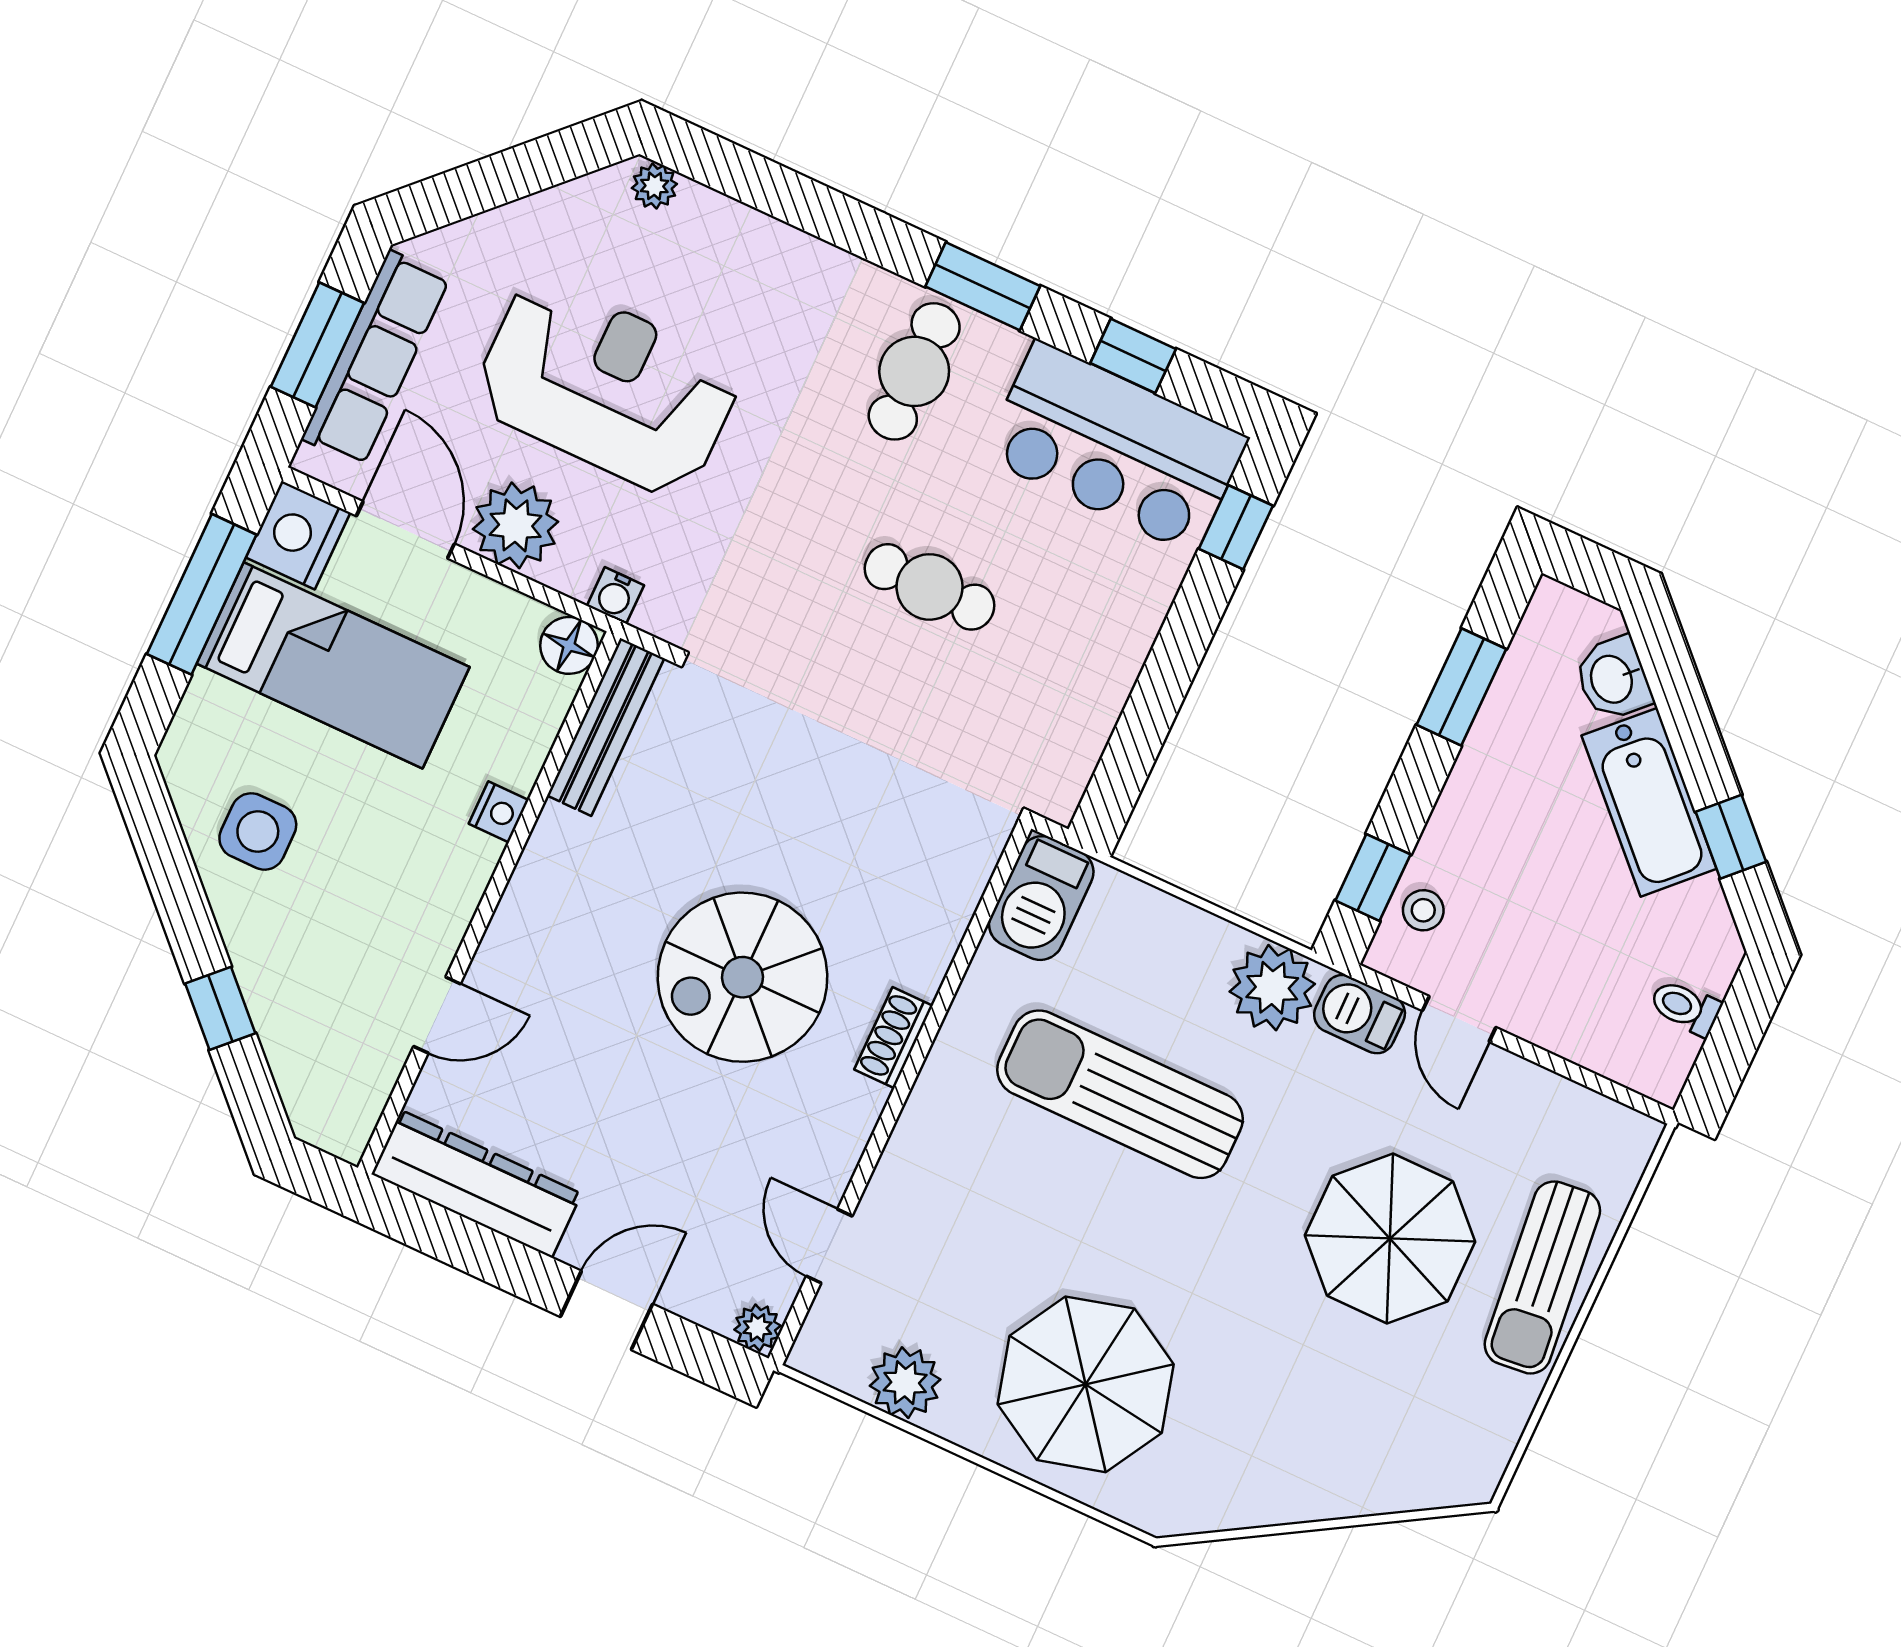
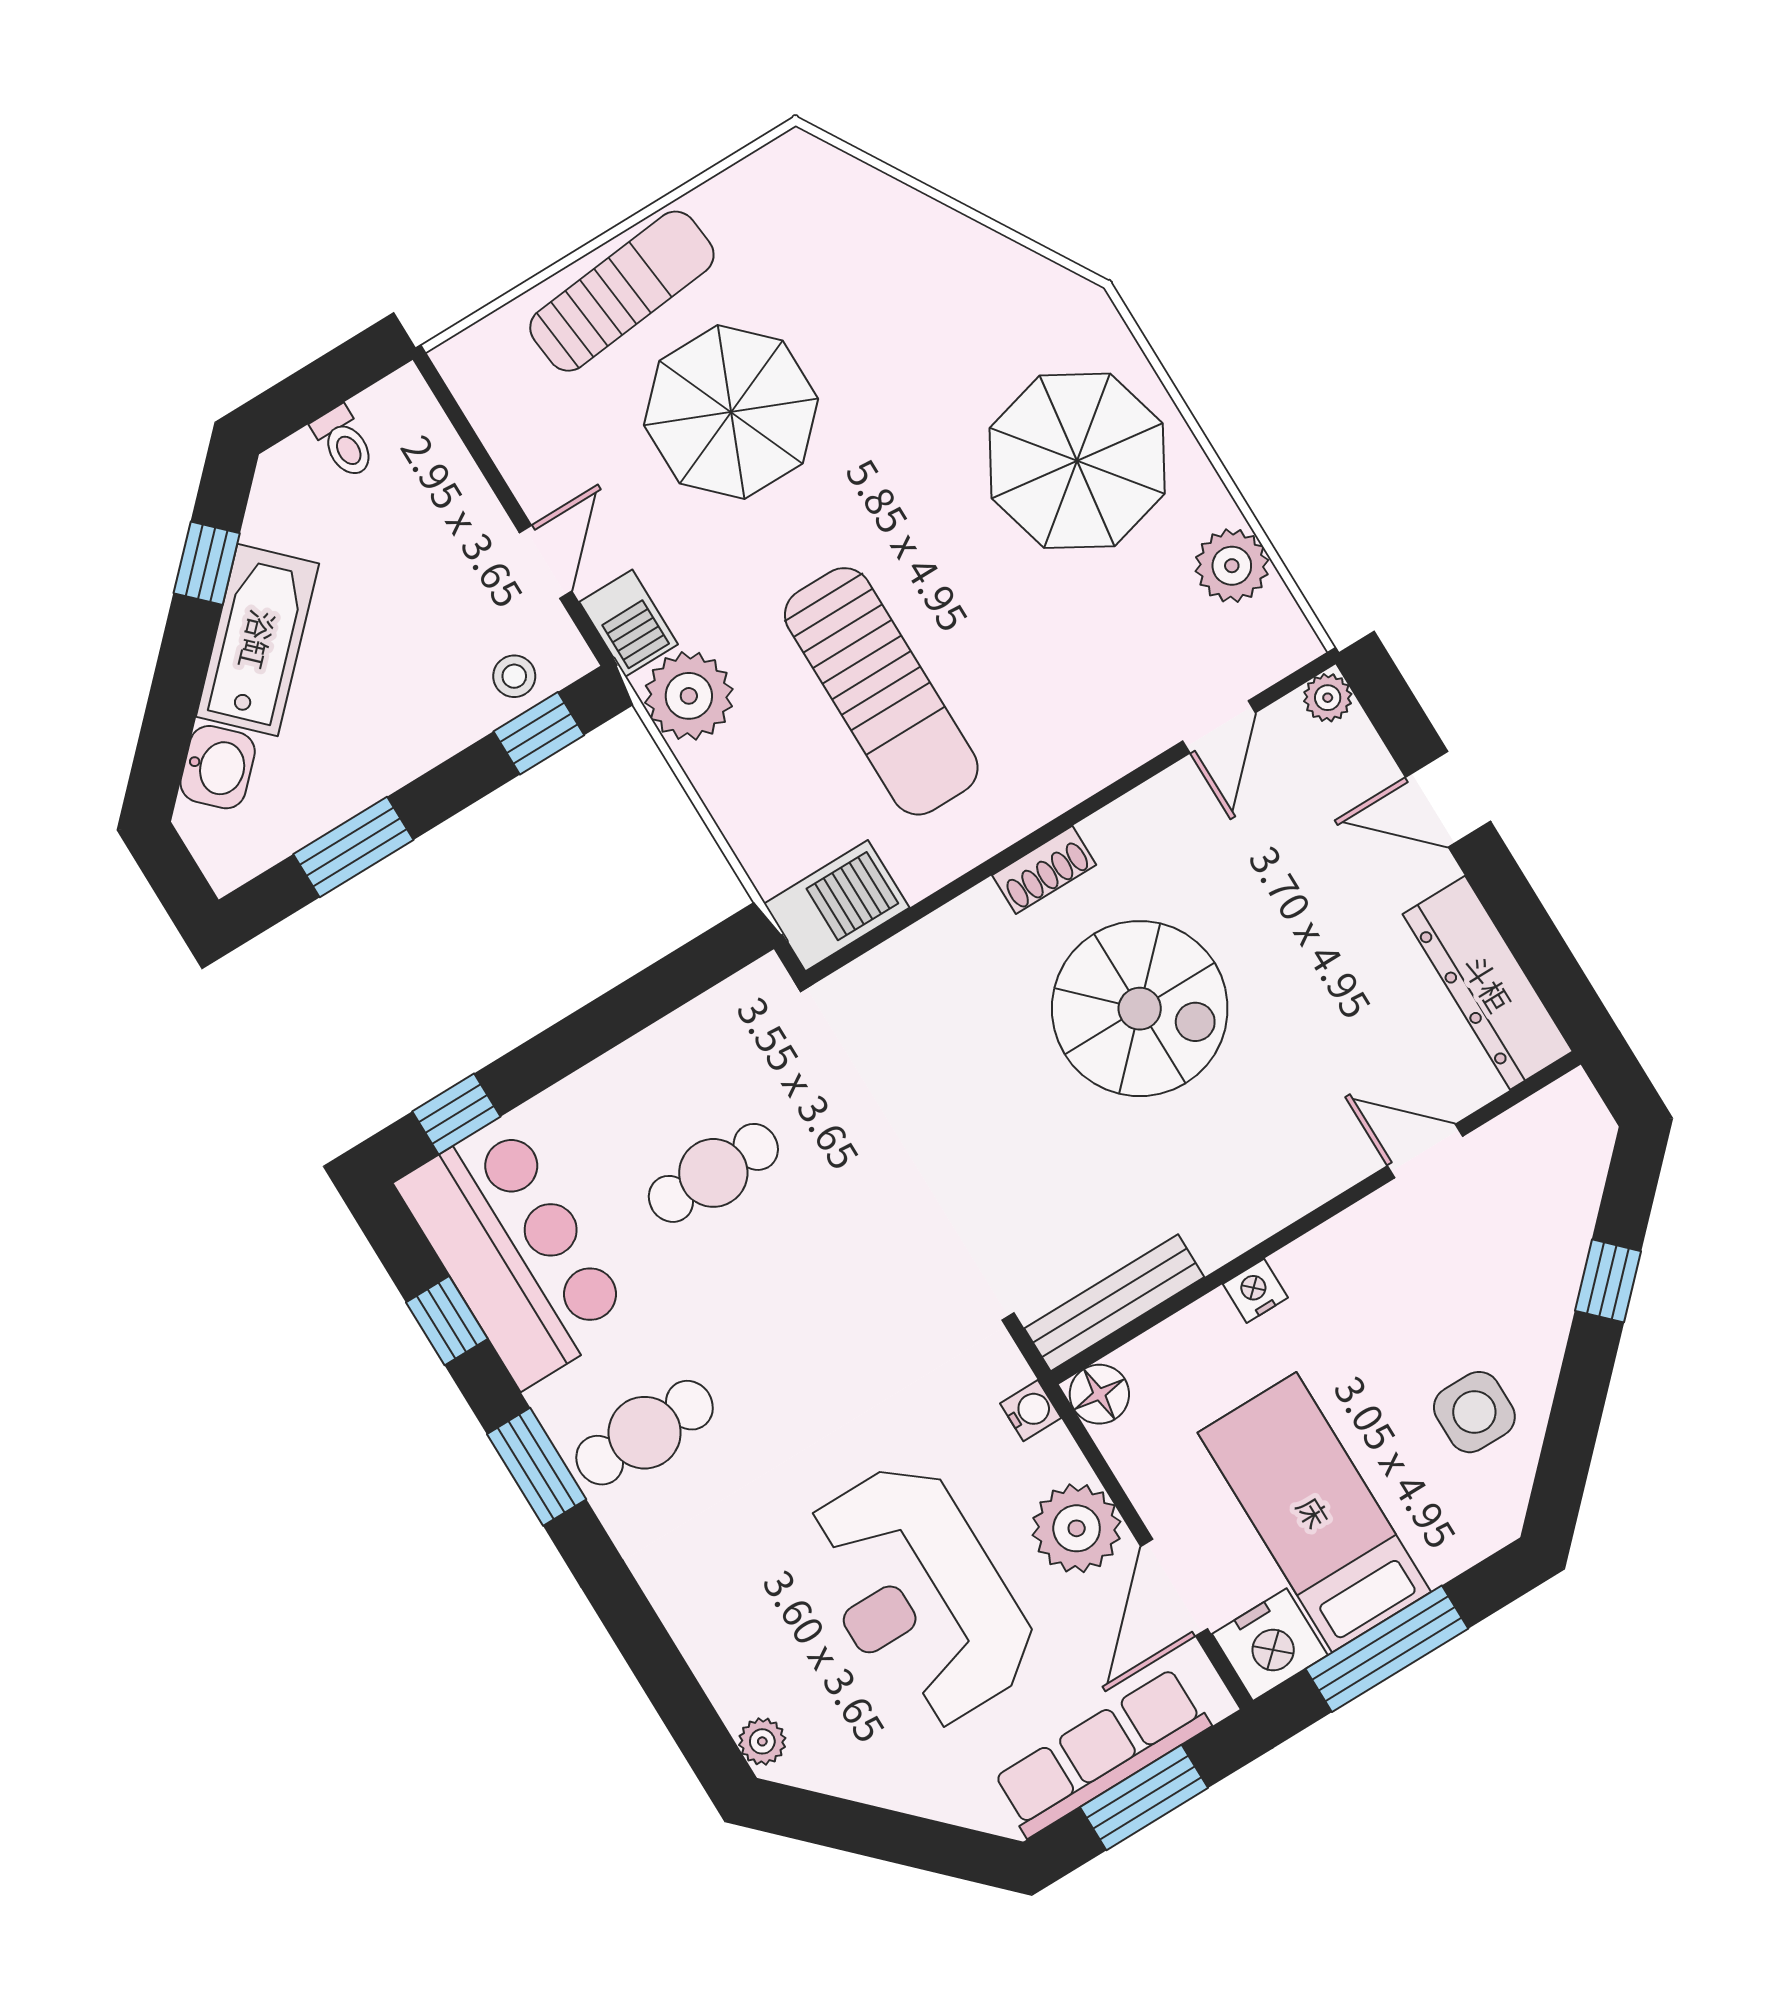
cafe table: (930, 587) -> (713, 1173), moved, turned 90

